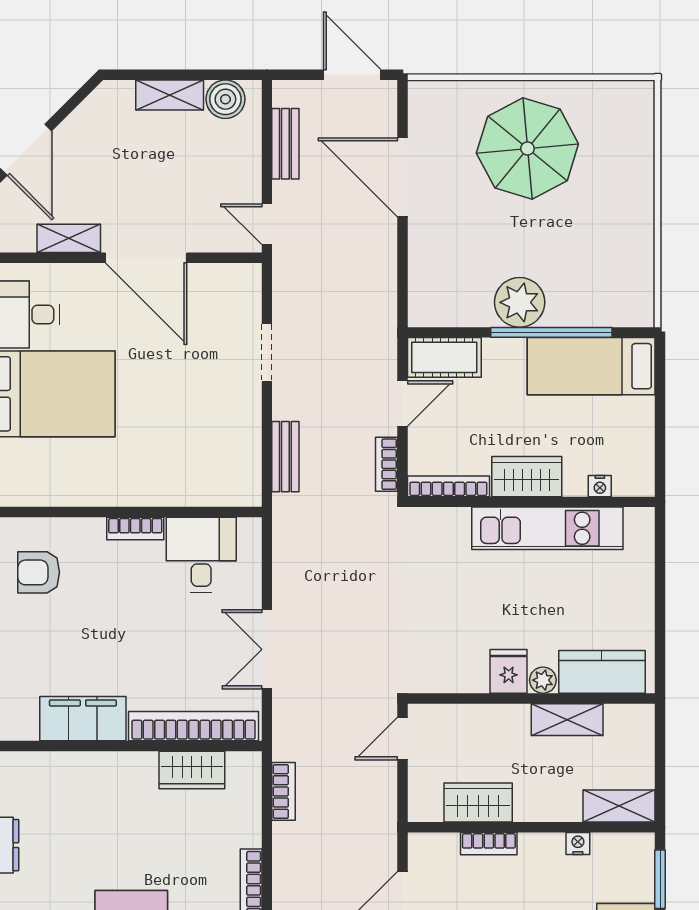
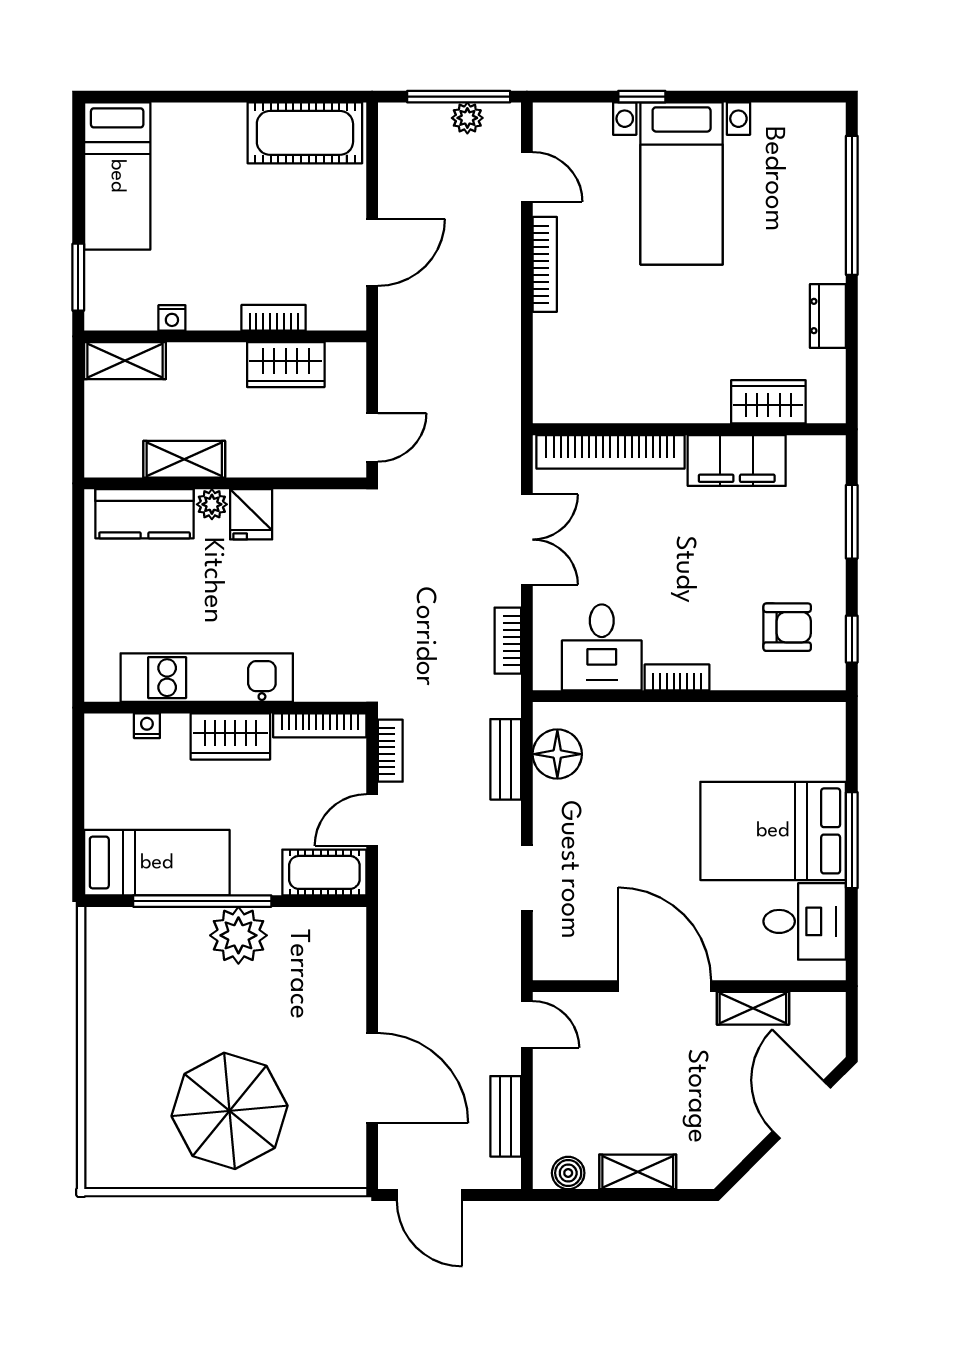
boiler: (225, 99) -> (568, 1173), width x0.73, depth x0.73
floor lamp: (240, 461) -> (557, 754), added
wardrobe: (192, 770) -> (768, 402), moved
bookcase: (284, 791) -> (508, 641), moved

